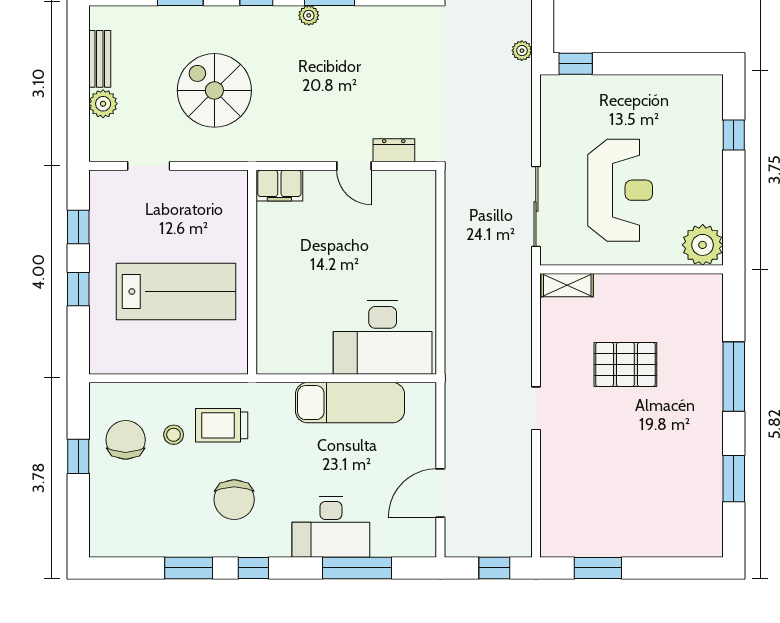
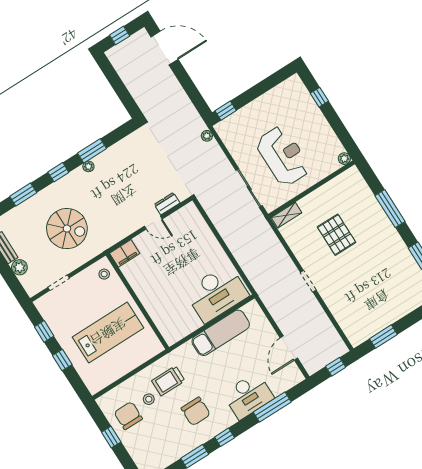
plant: (522, 51) -> (207, 136), moved
spiral stairs: (214, 90) -> (67, 229), turned 180
stool: (227, 197) -> (104, 274), added
plant: (703, 245) -> (344, 159), width x0.53, depth x0.53
pallet: (625, 365) -> (337, 235), turned 90

